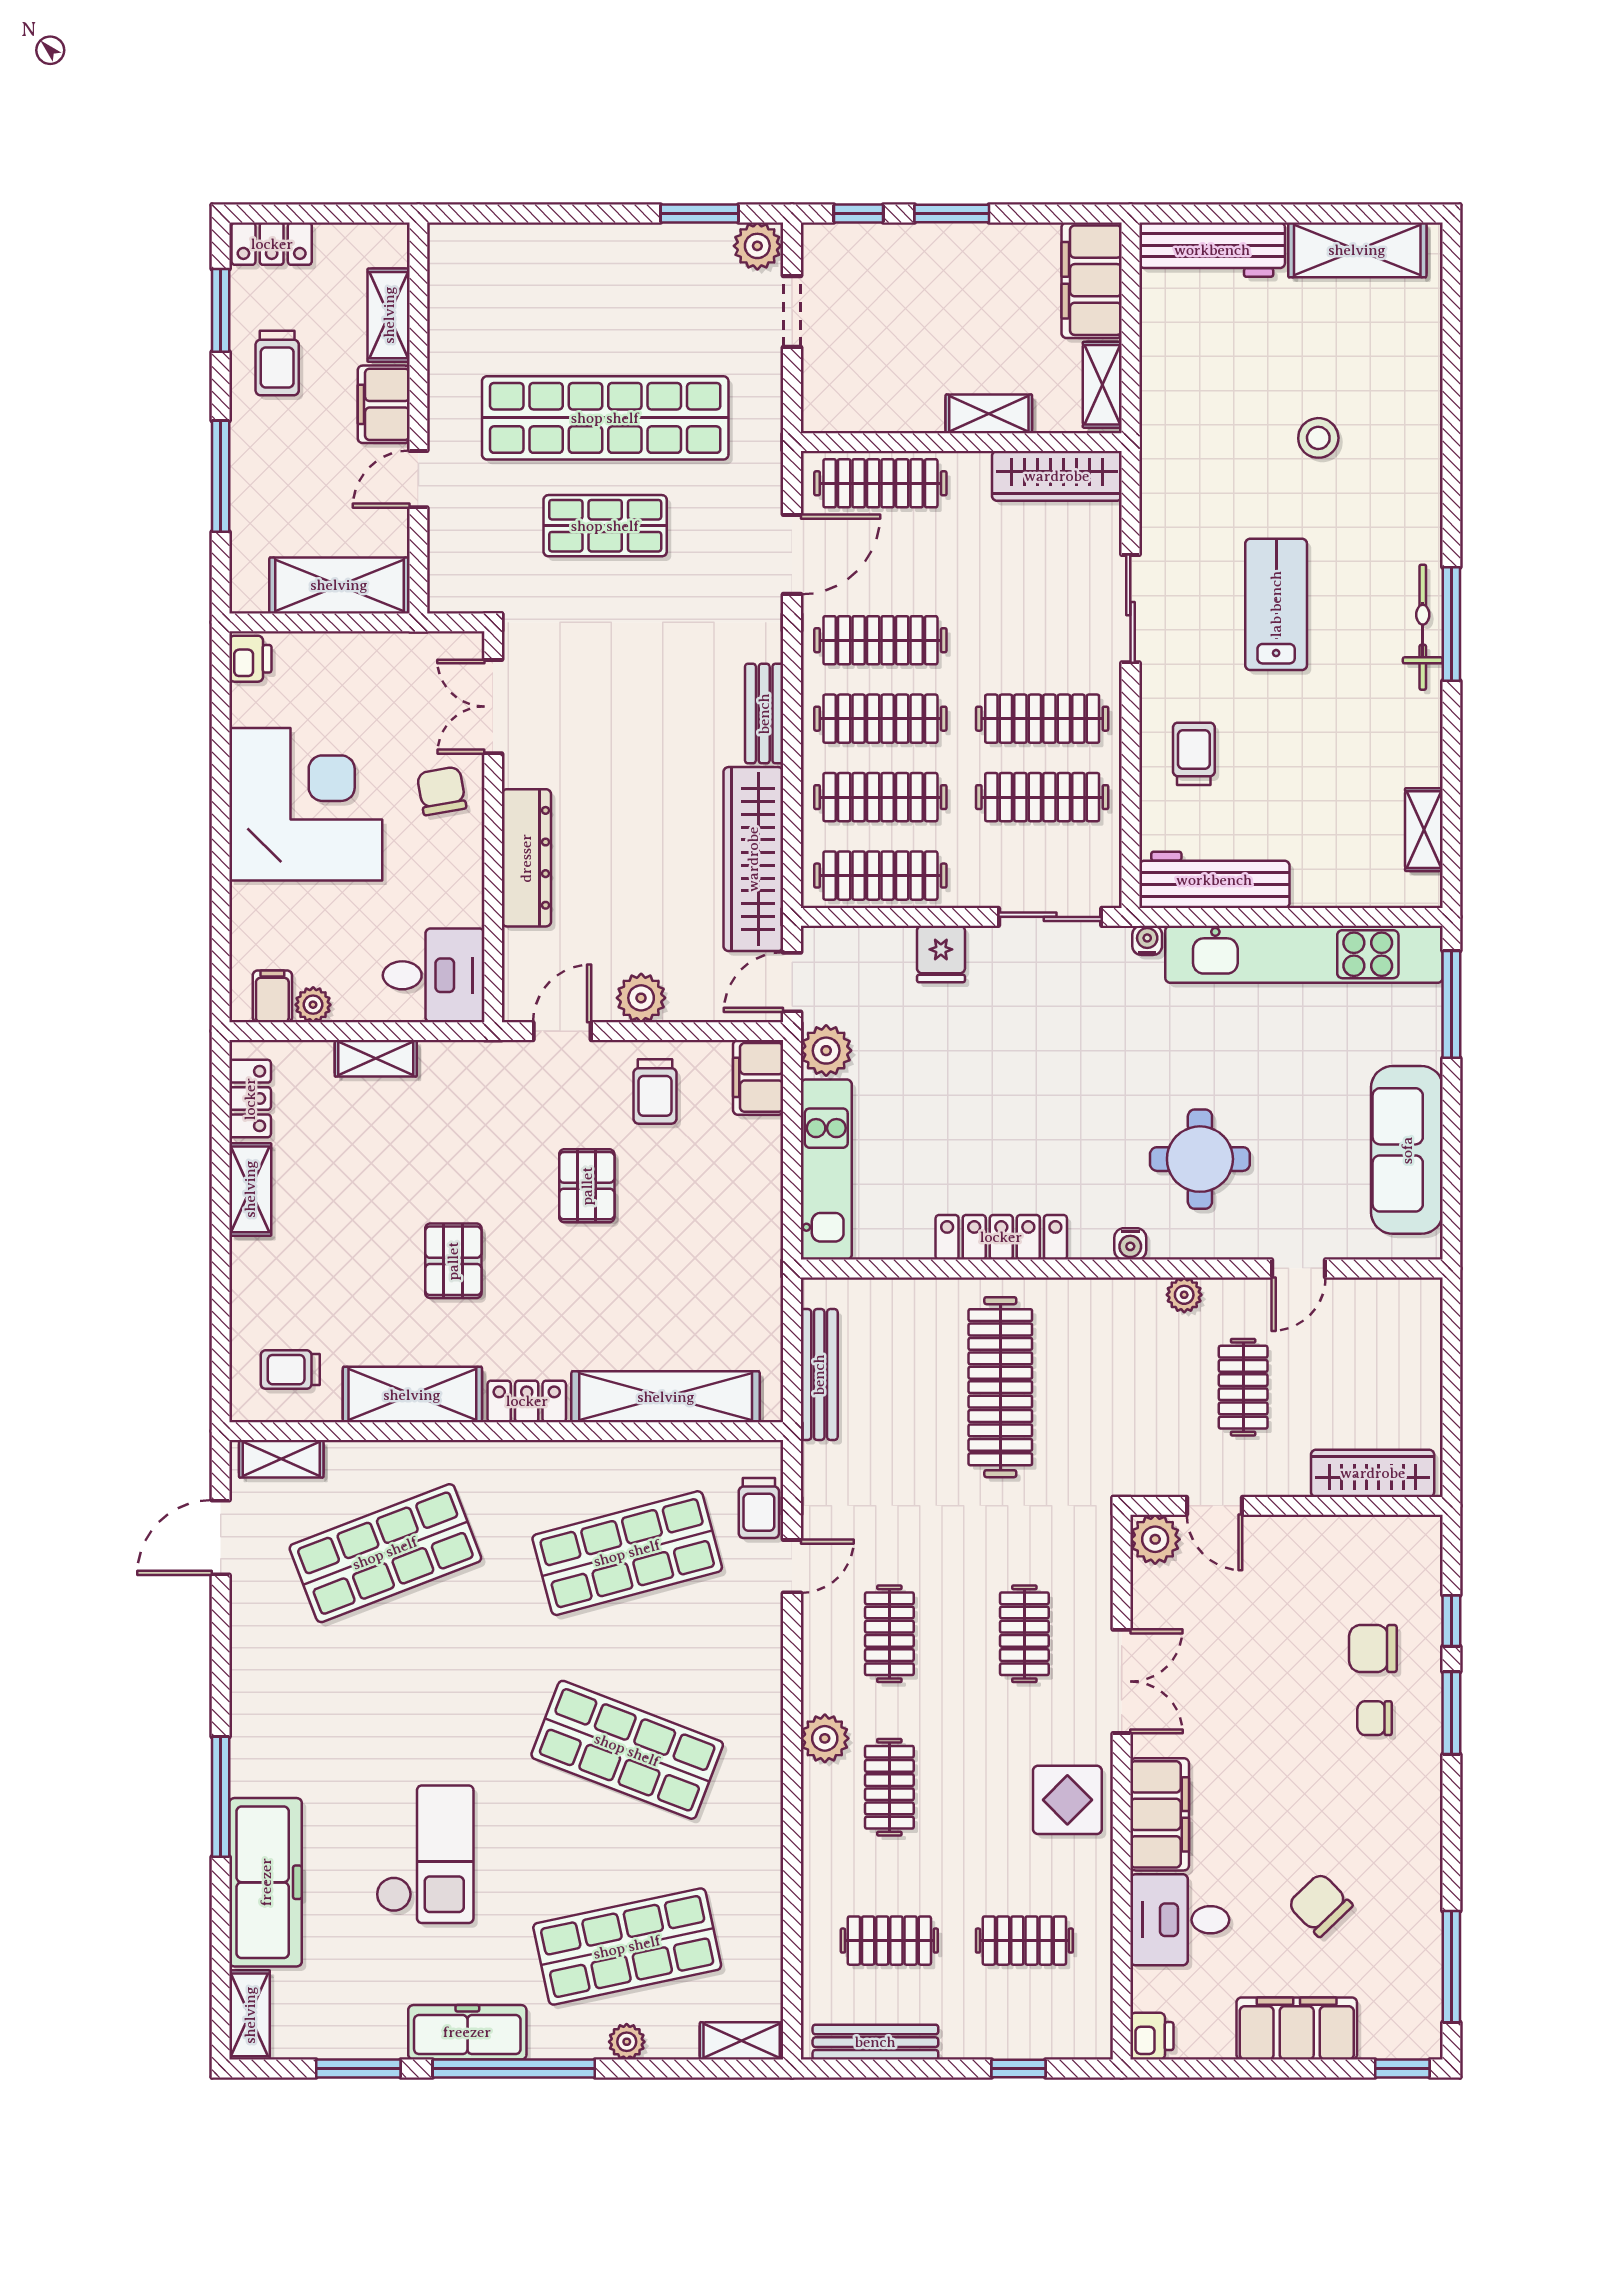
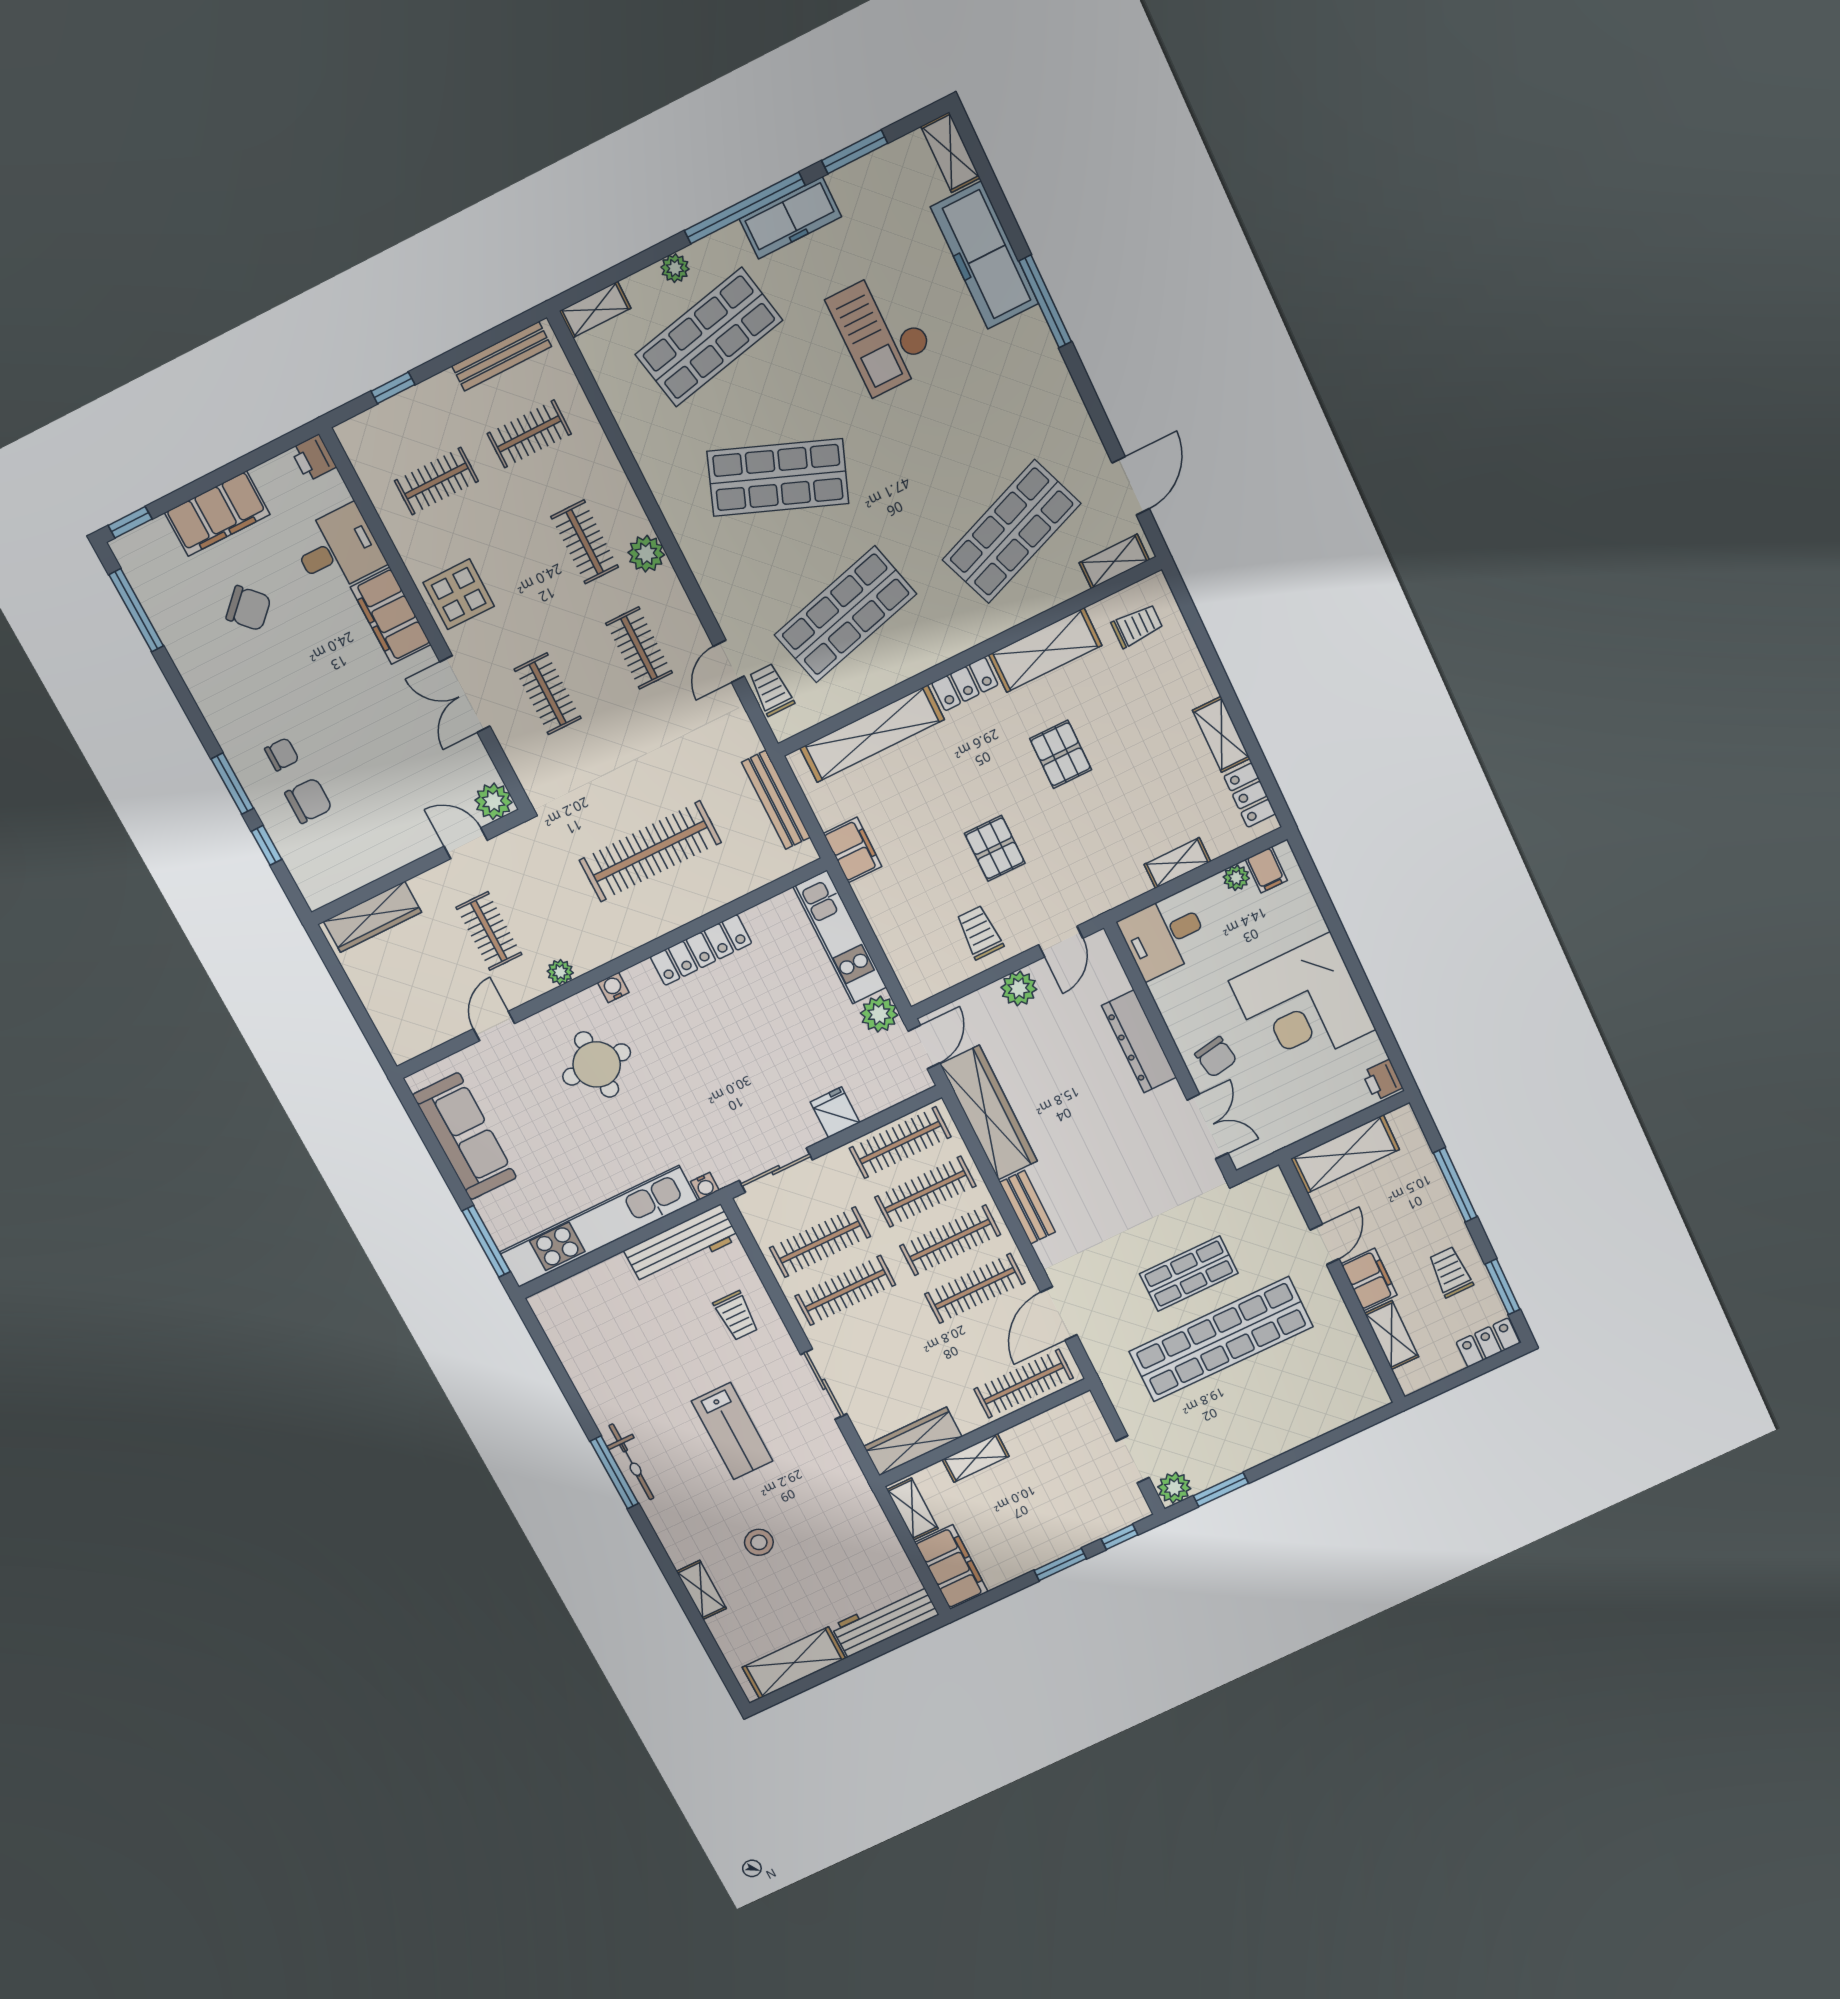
shelving: (1424, 830) -> (701, 1590), moved
filing cabinet: (758, 1077) -> (853, 850), moved
clothes rail: (1000, 1387) -> (650, 851), turned 90

